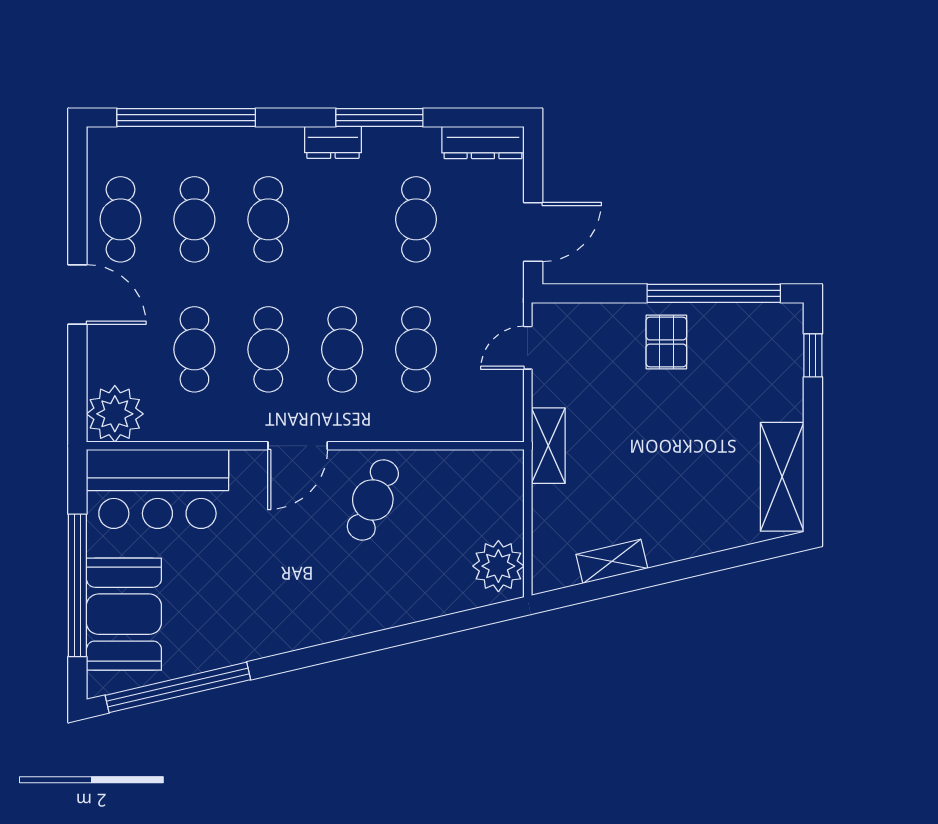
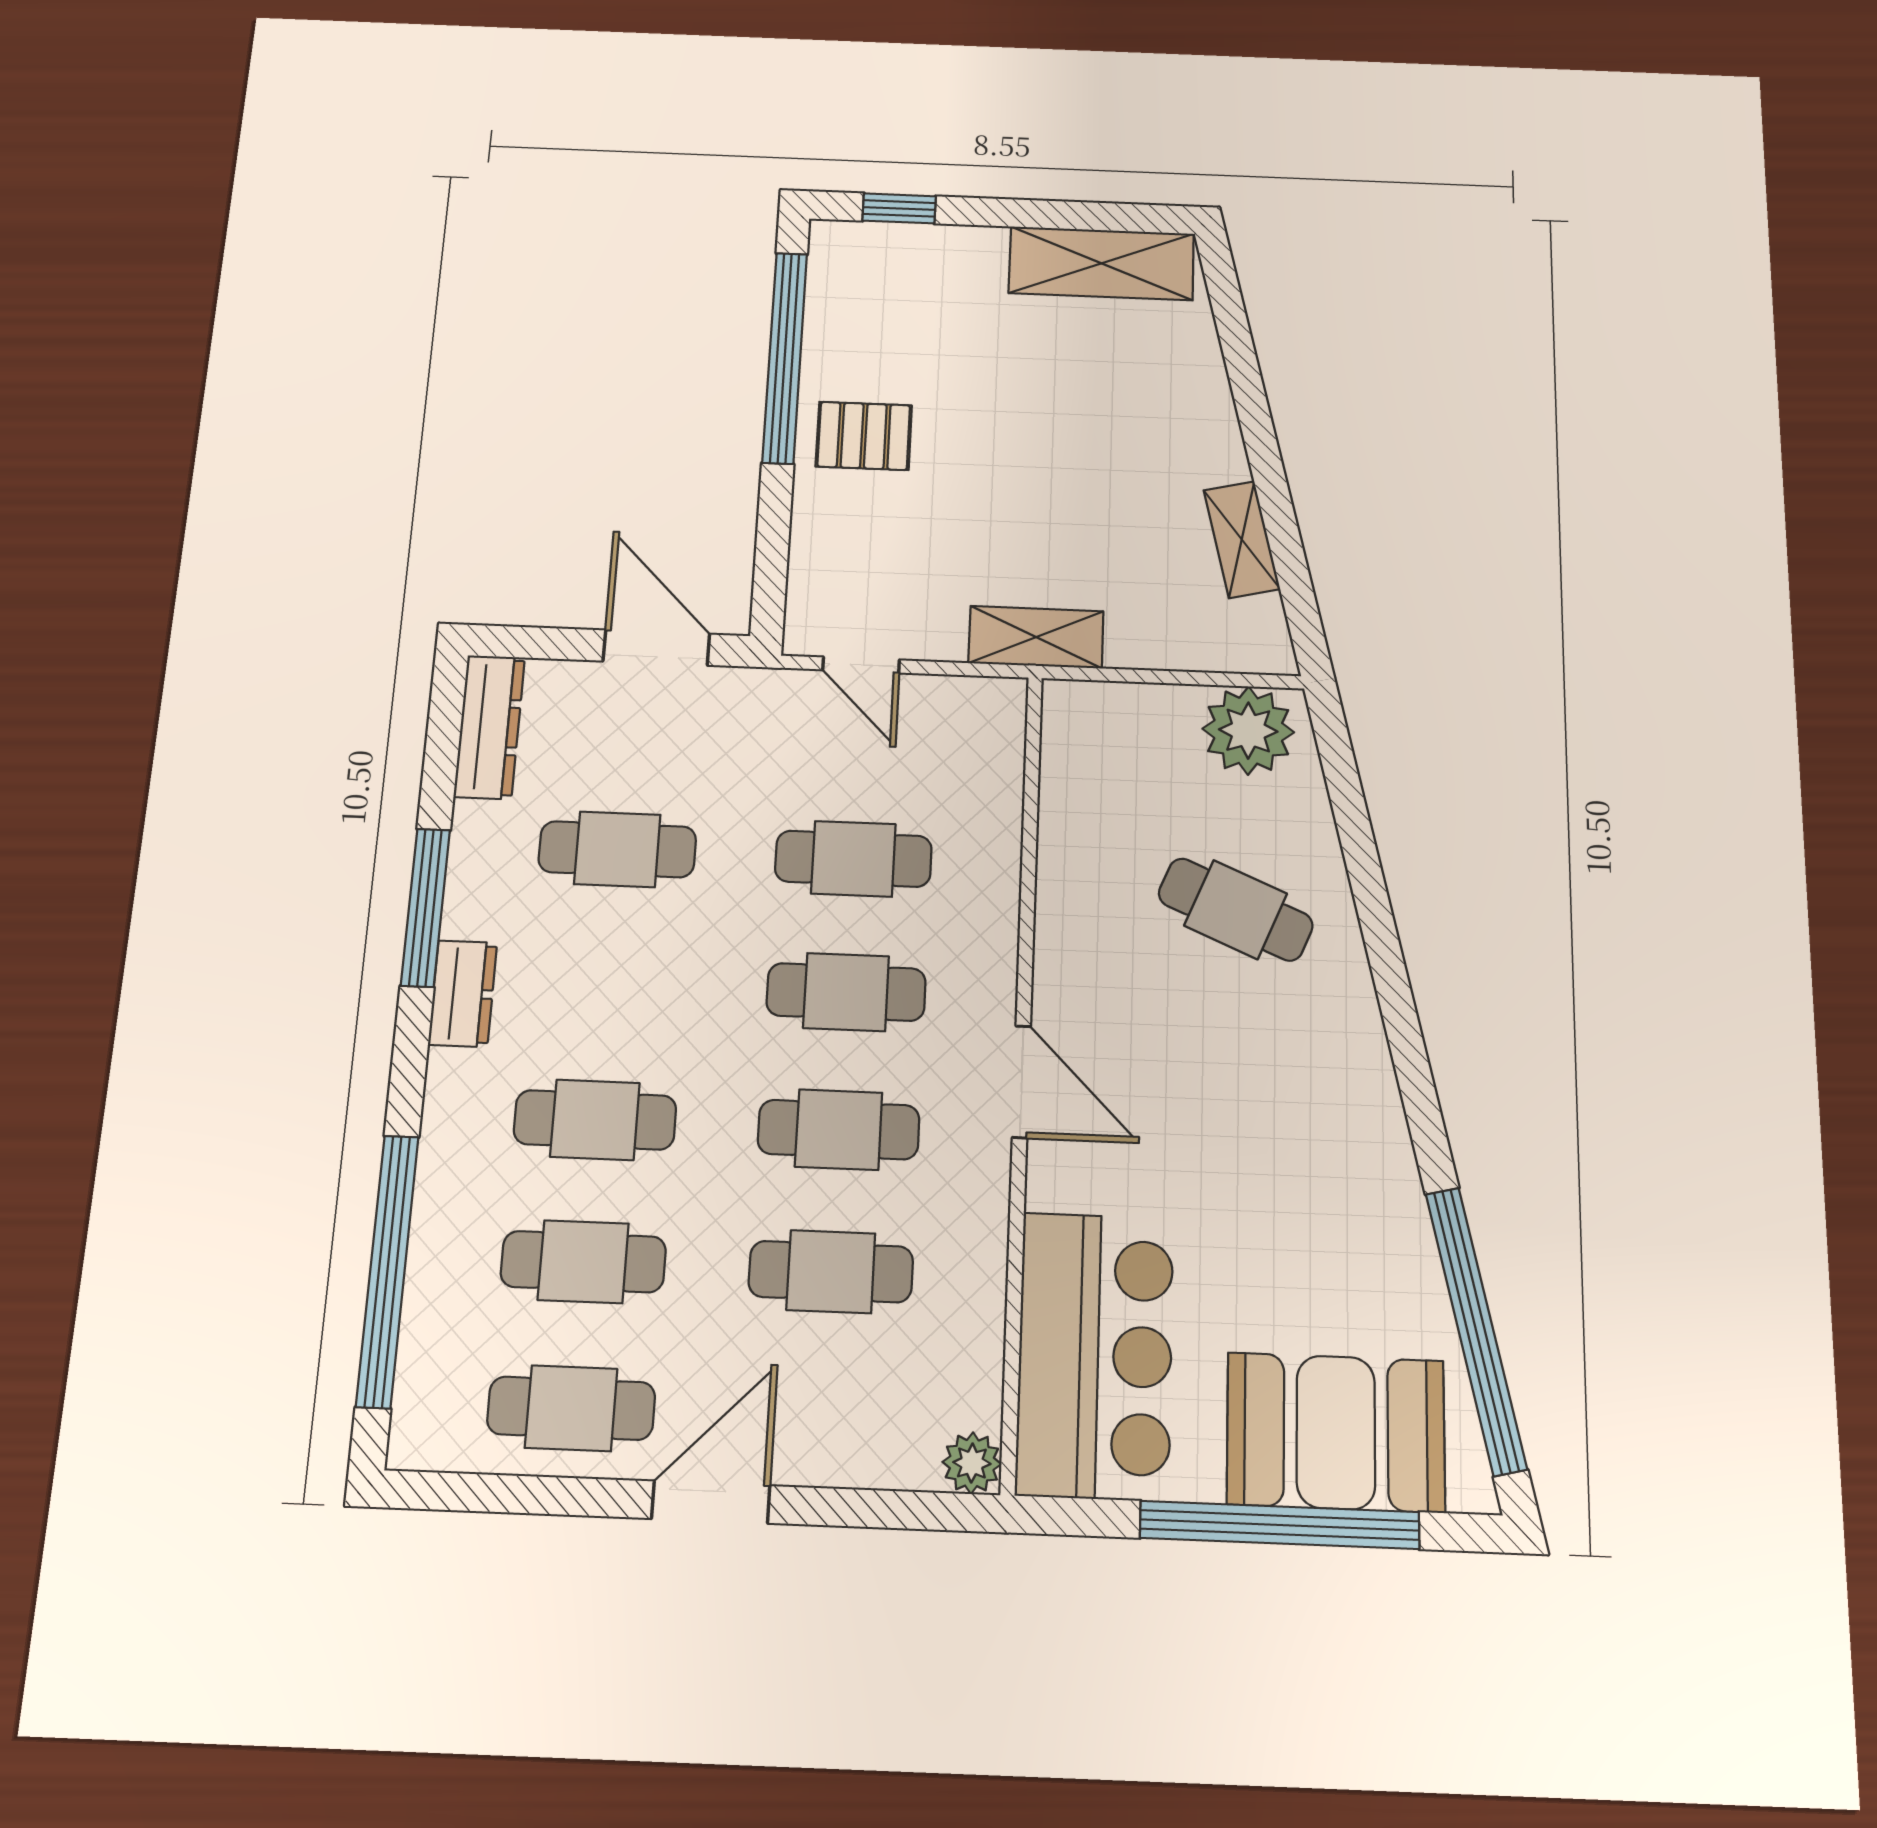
plant: (115, 414) -> (972, 1463), width x0.53, depth x0.53
cafe table: (373, 500) -> (1236, 910), moved

